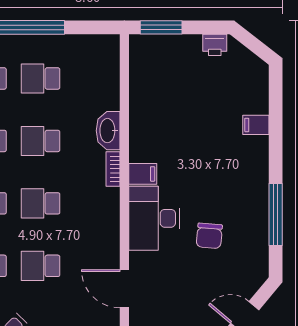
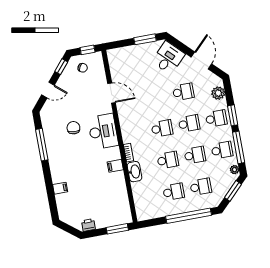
filing cabinet: (143, 174) -> (115, 166), moved
school desk: (41, 266) -> (156, 97), removed

